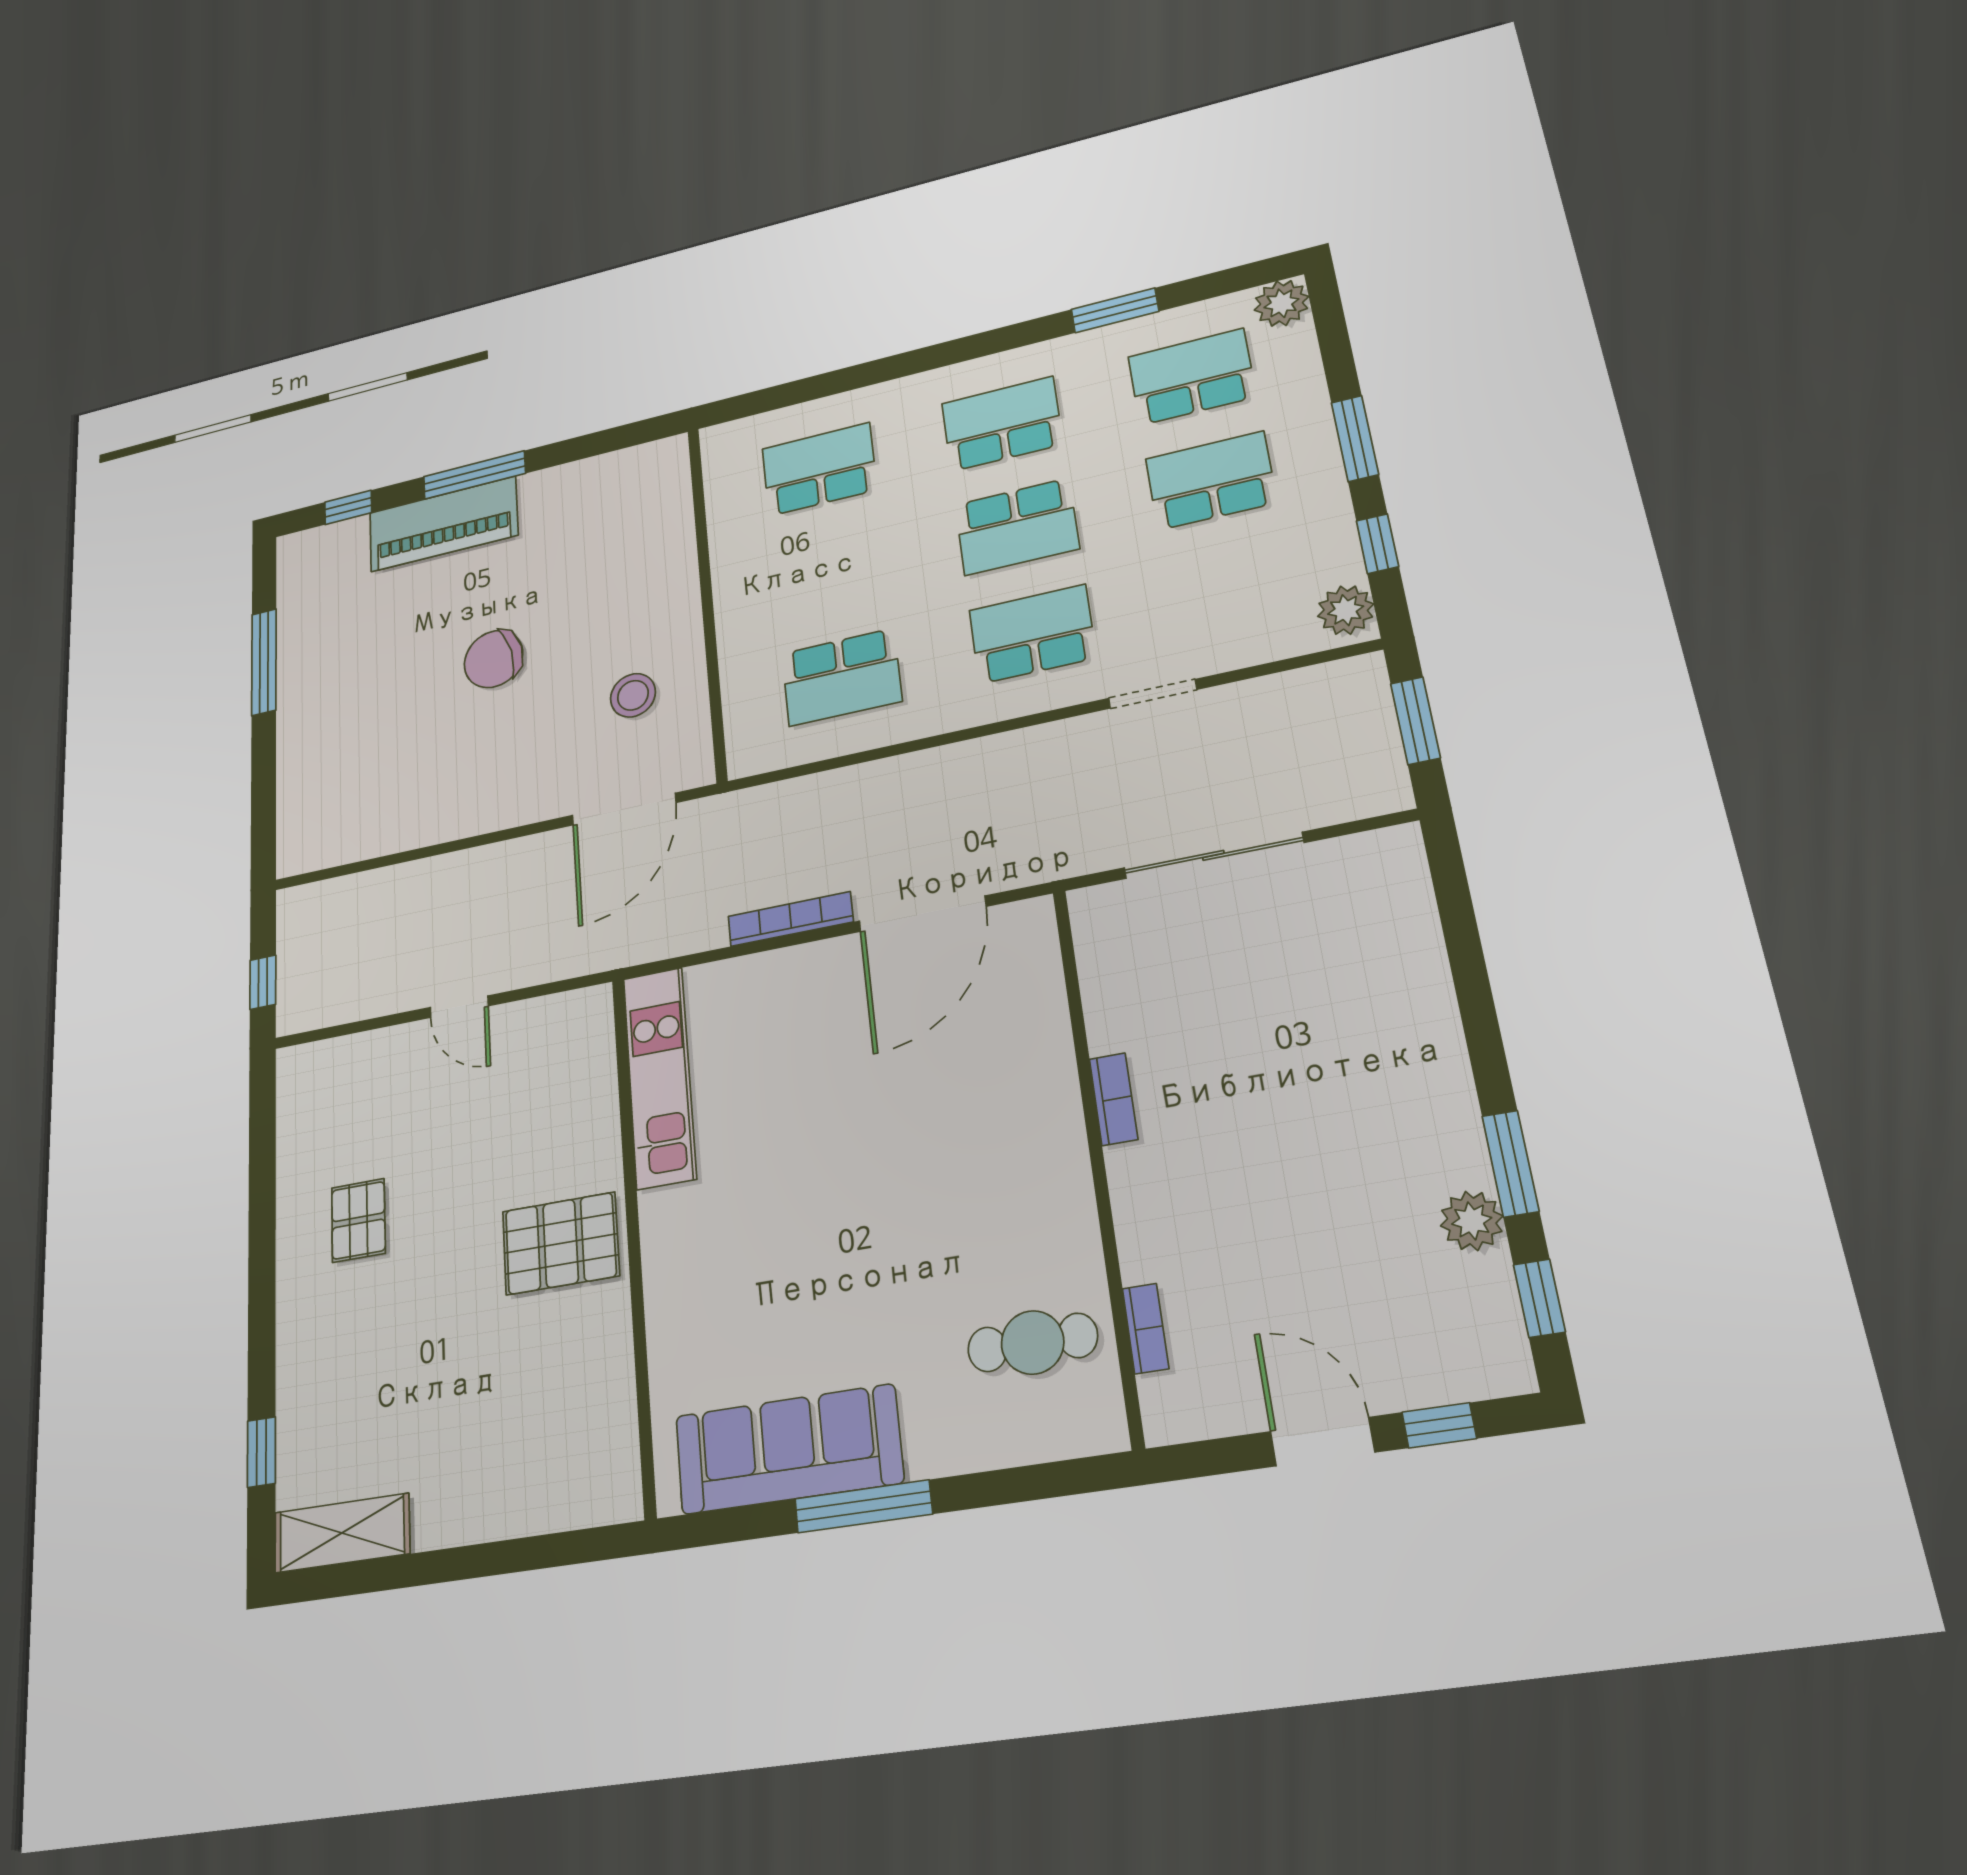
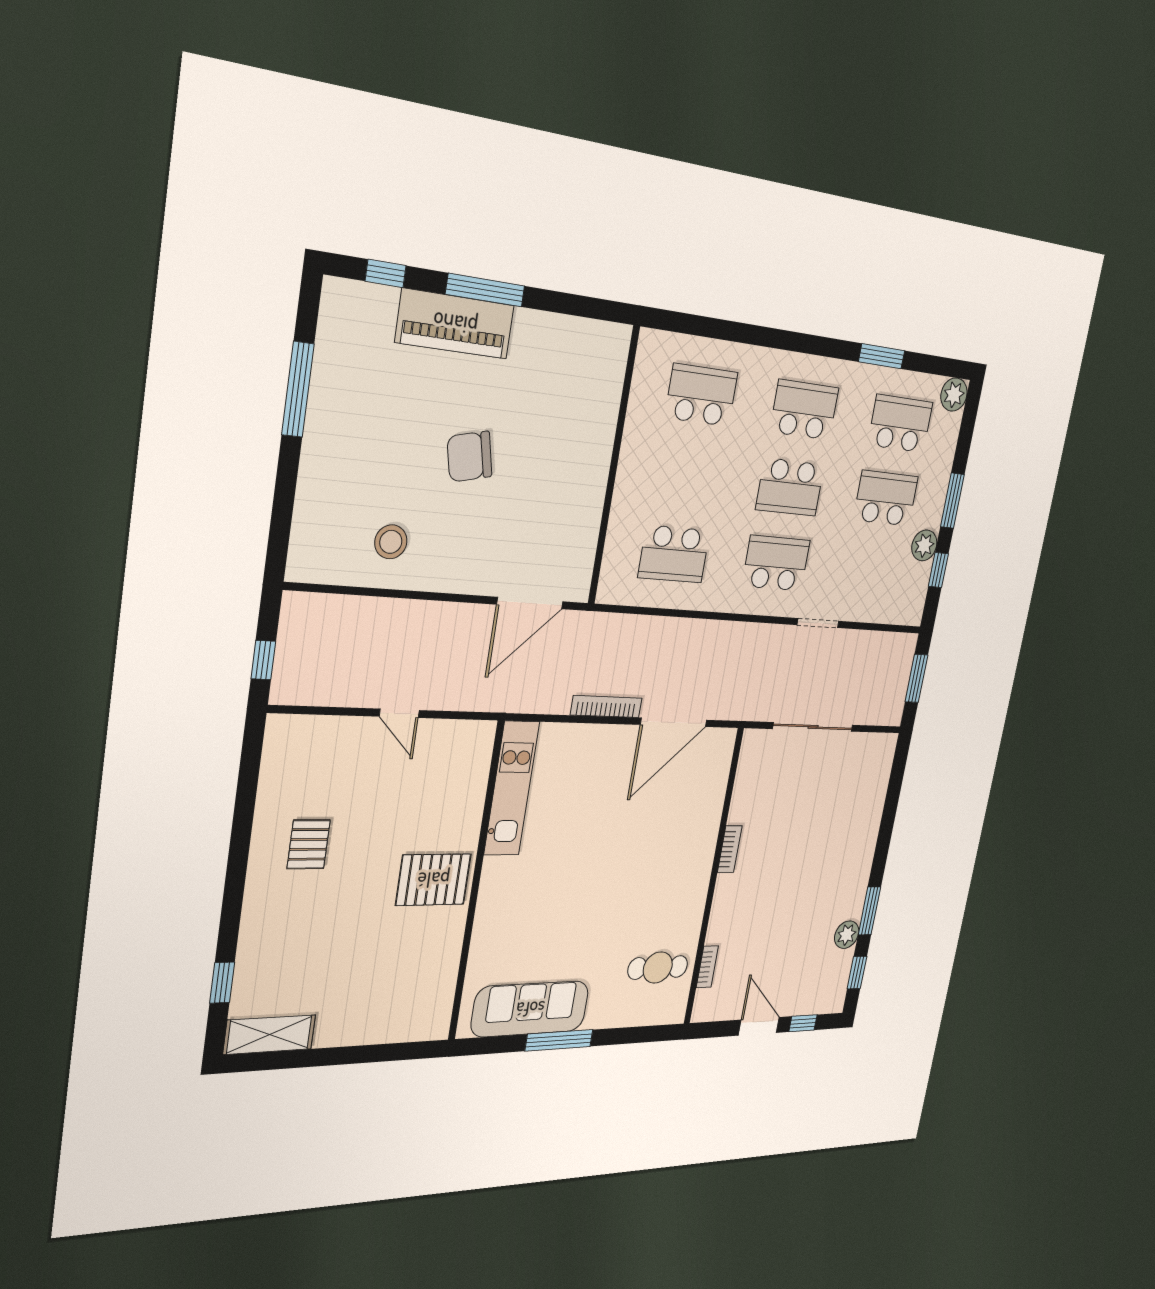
plant: (1346, 610) -> (924, 545), moved
stool: (633, 695) -> (391, 542), moved

